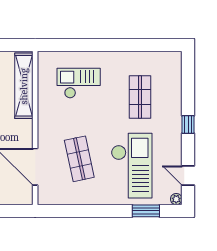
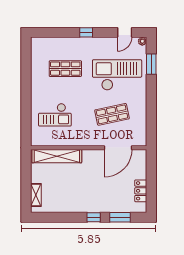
checkout: (79, 83) -> (55, 115), turned -90

